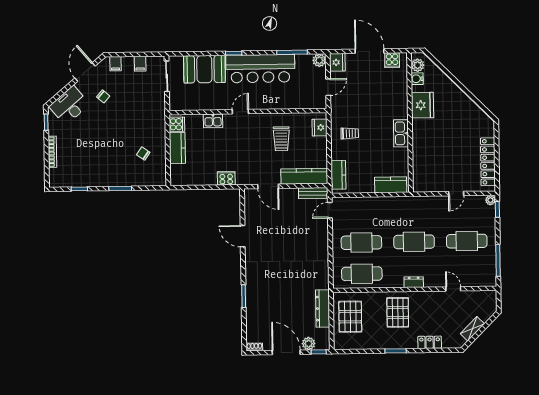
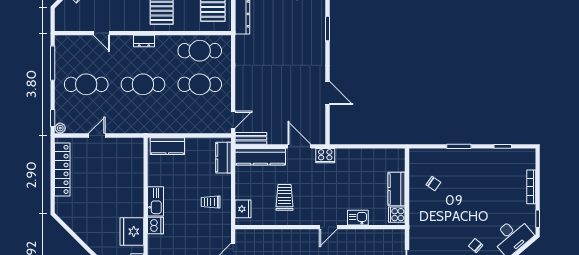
dishwasher: (401, 111) -> (156, 226), added
cooker: (226, 178) -> (325, 156), moved

